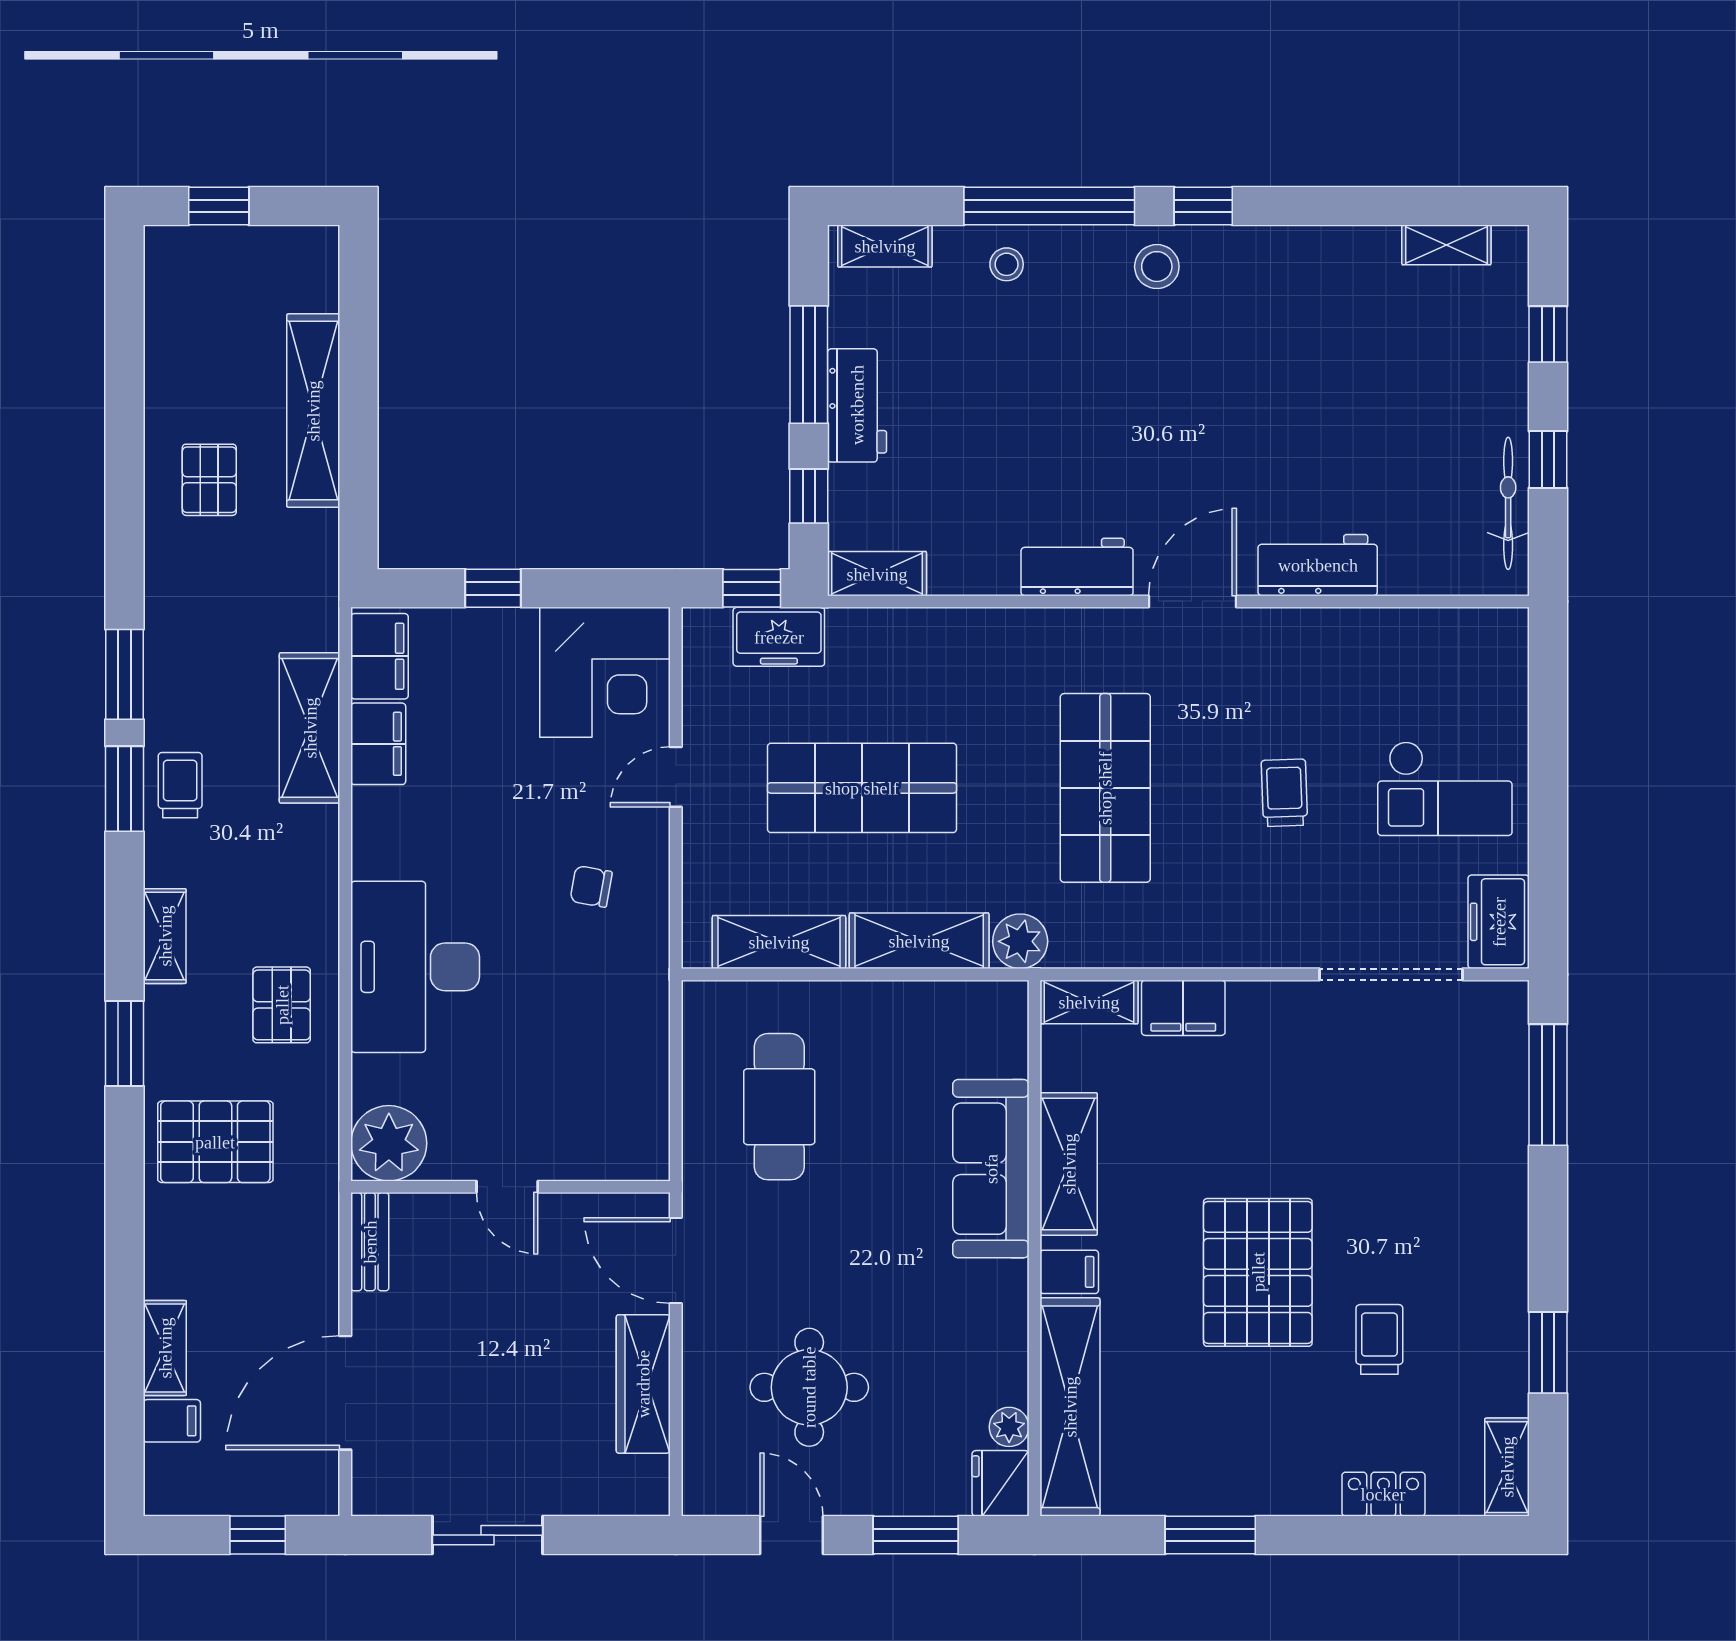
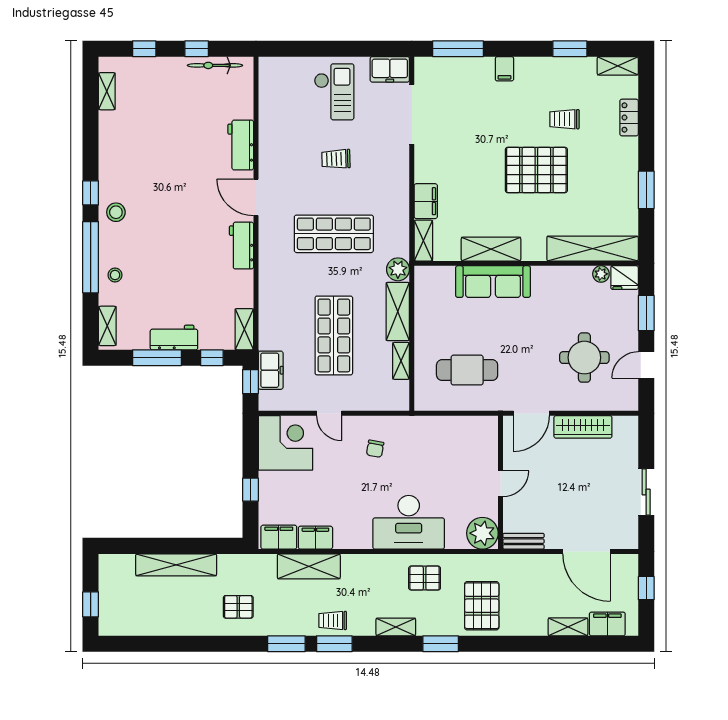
pallet: (209, 480) -> (238, 607), moved
shelving: (779, 942) -> (401, 361), width x0.67, depth x0.75
filing cabinet: (1069, 1272) -> (504, 69), moved, turned 180
filing cabinet: (172, 1421) -> (607, 624), width x2.00

